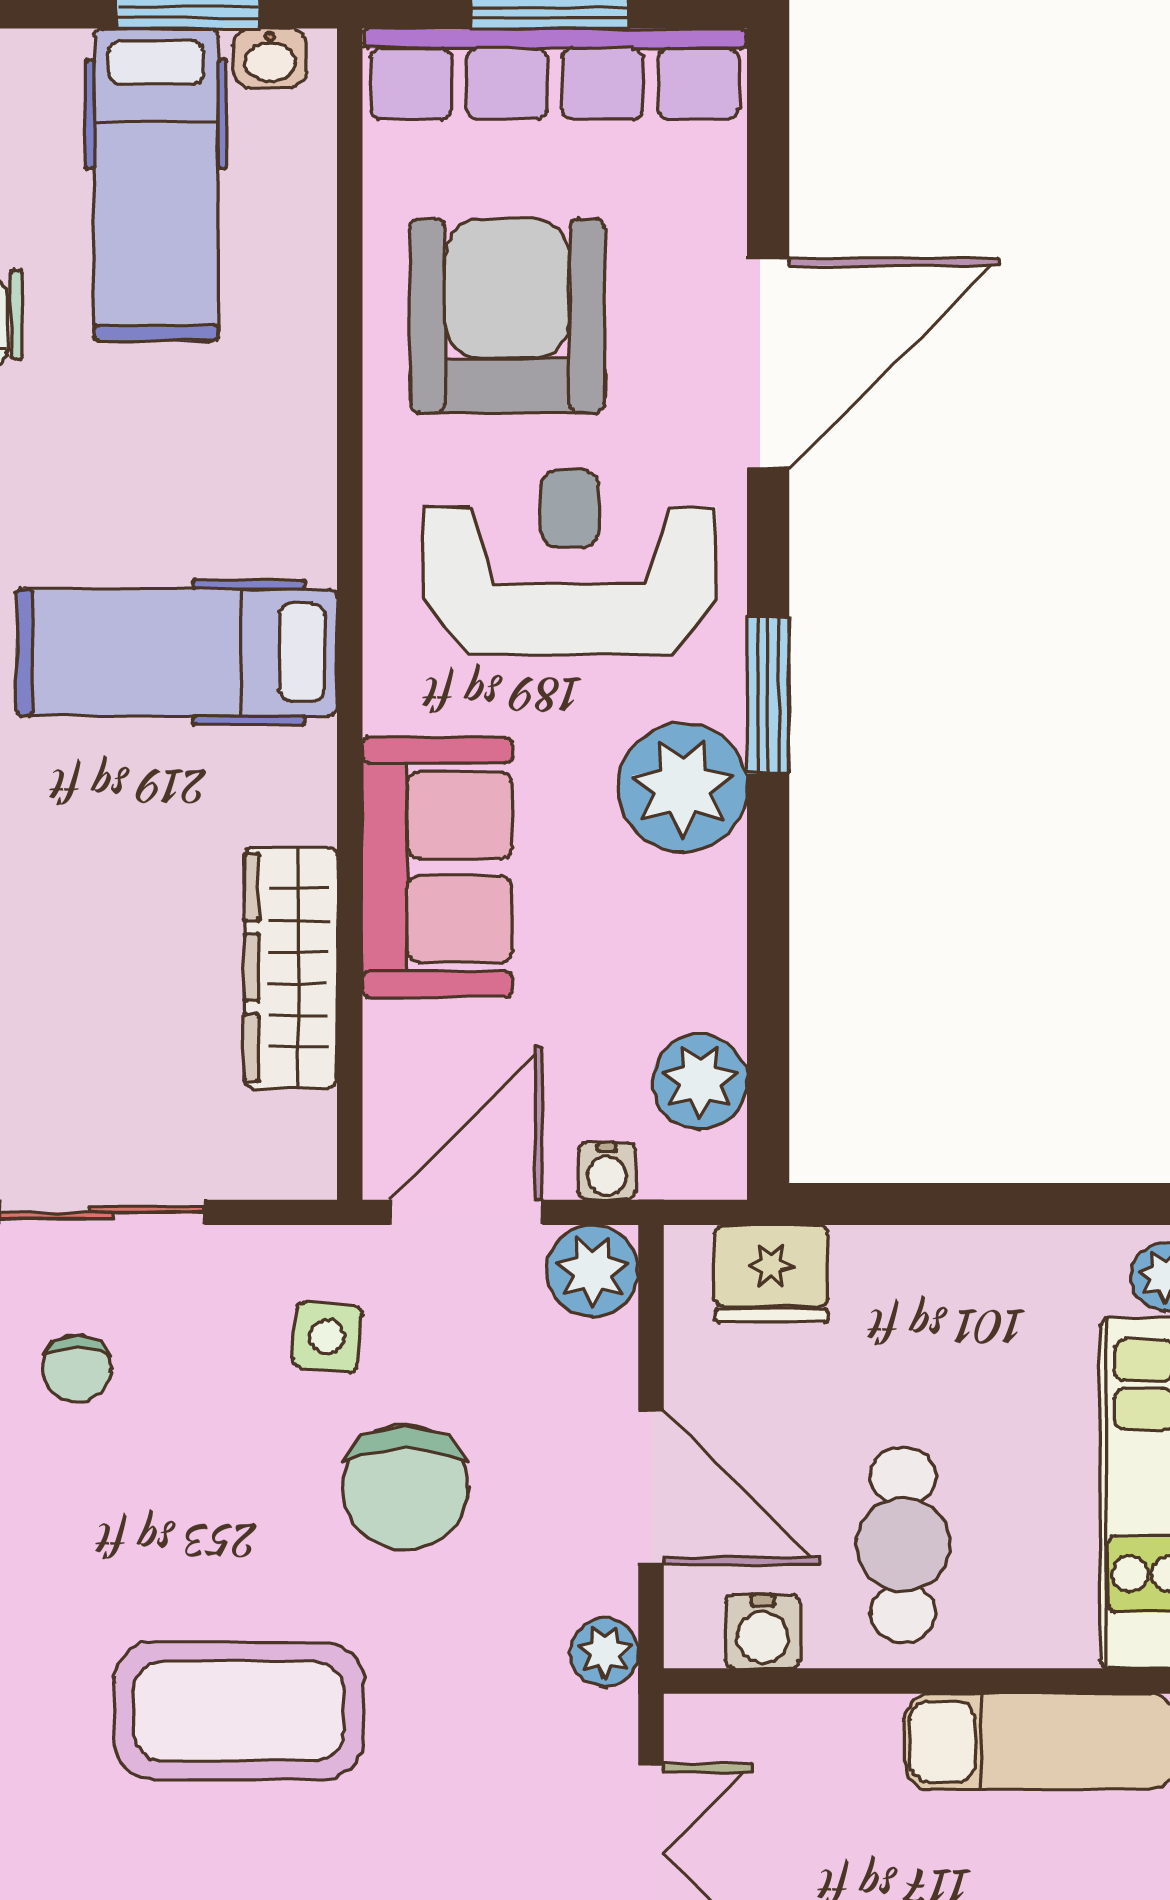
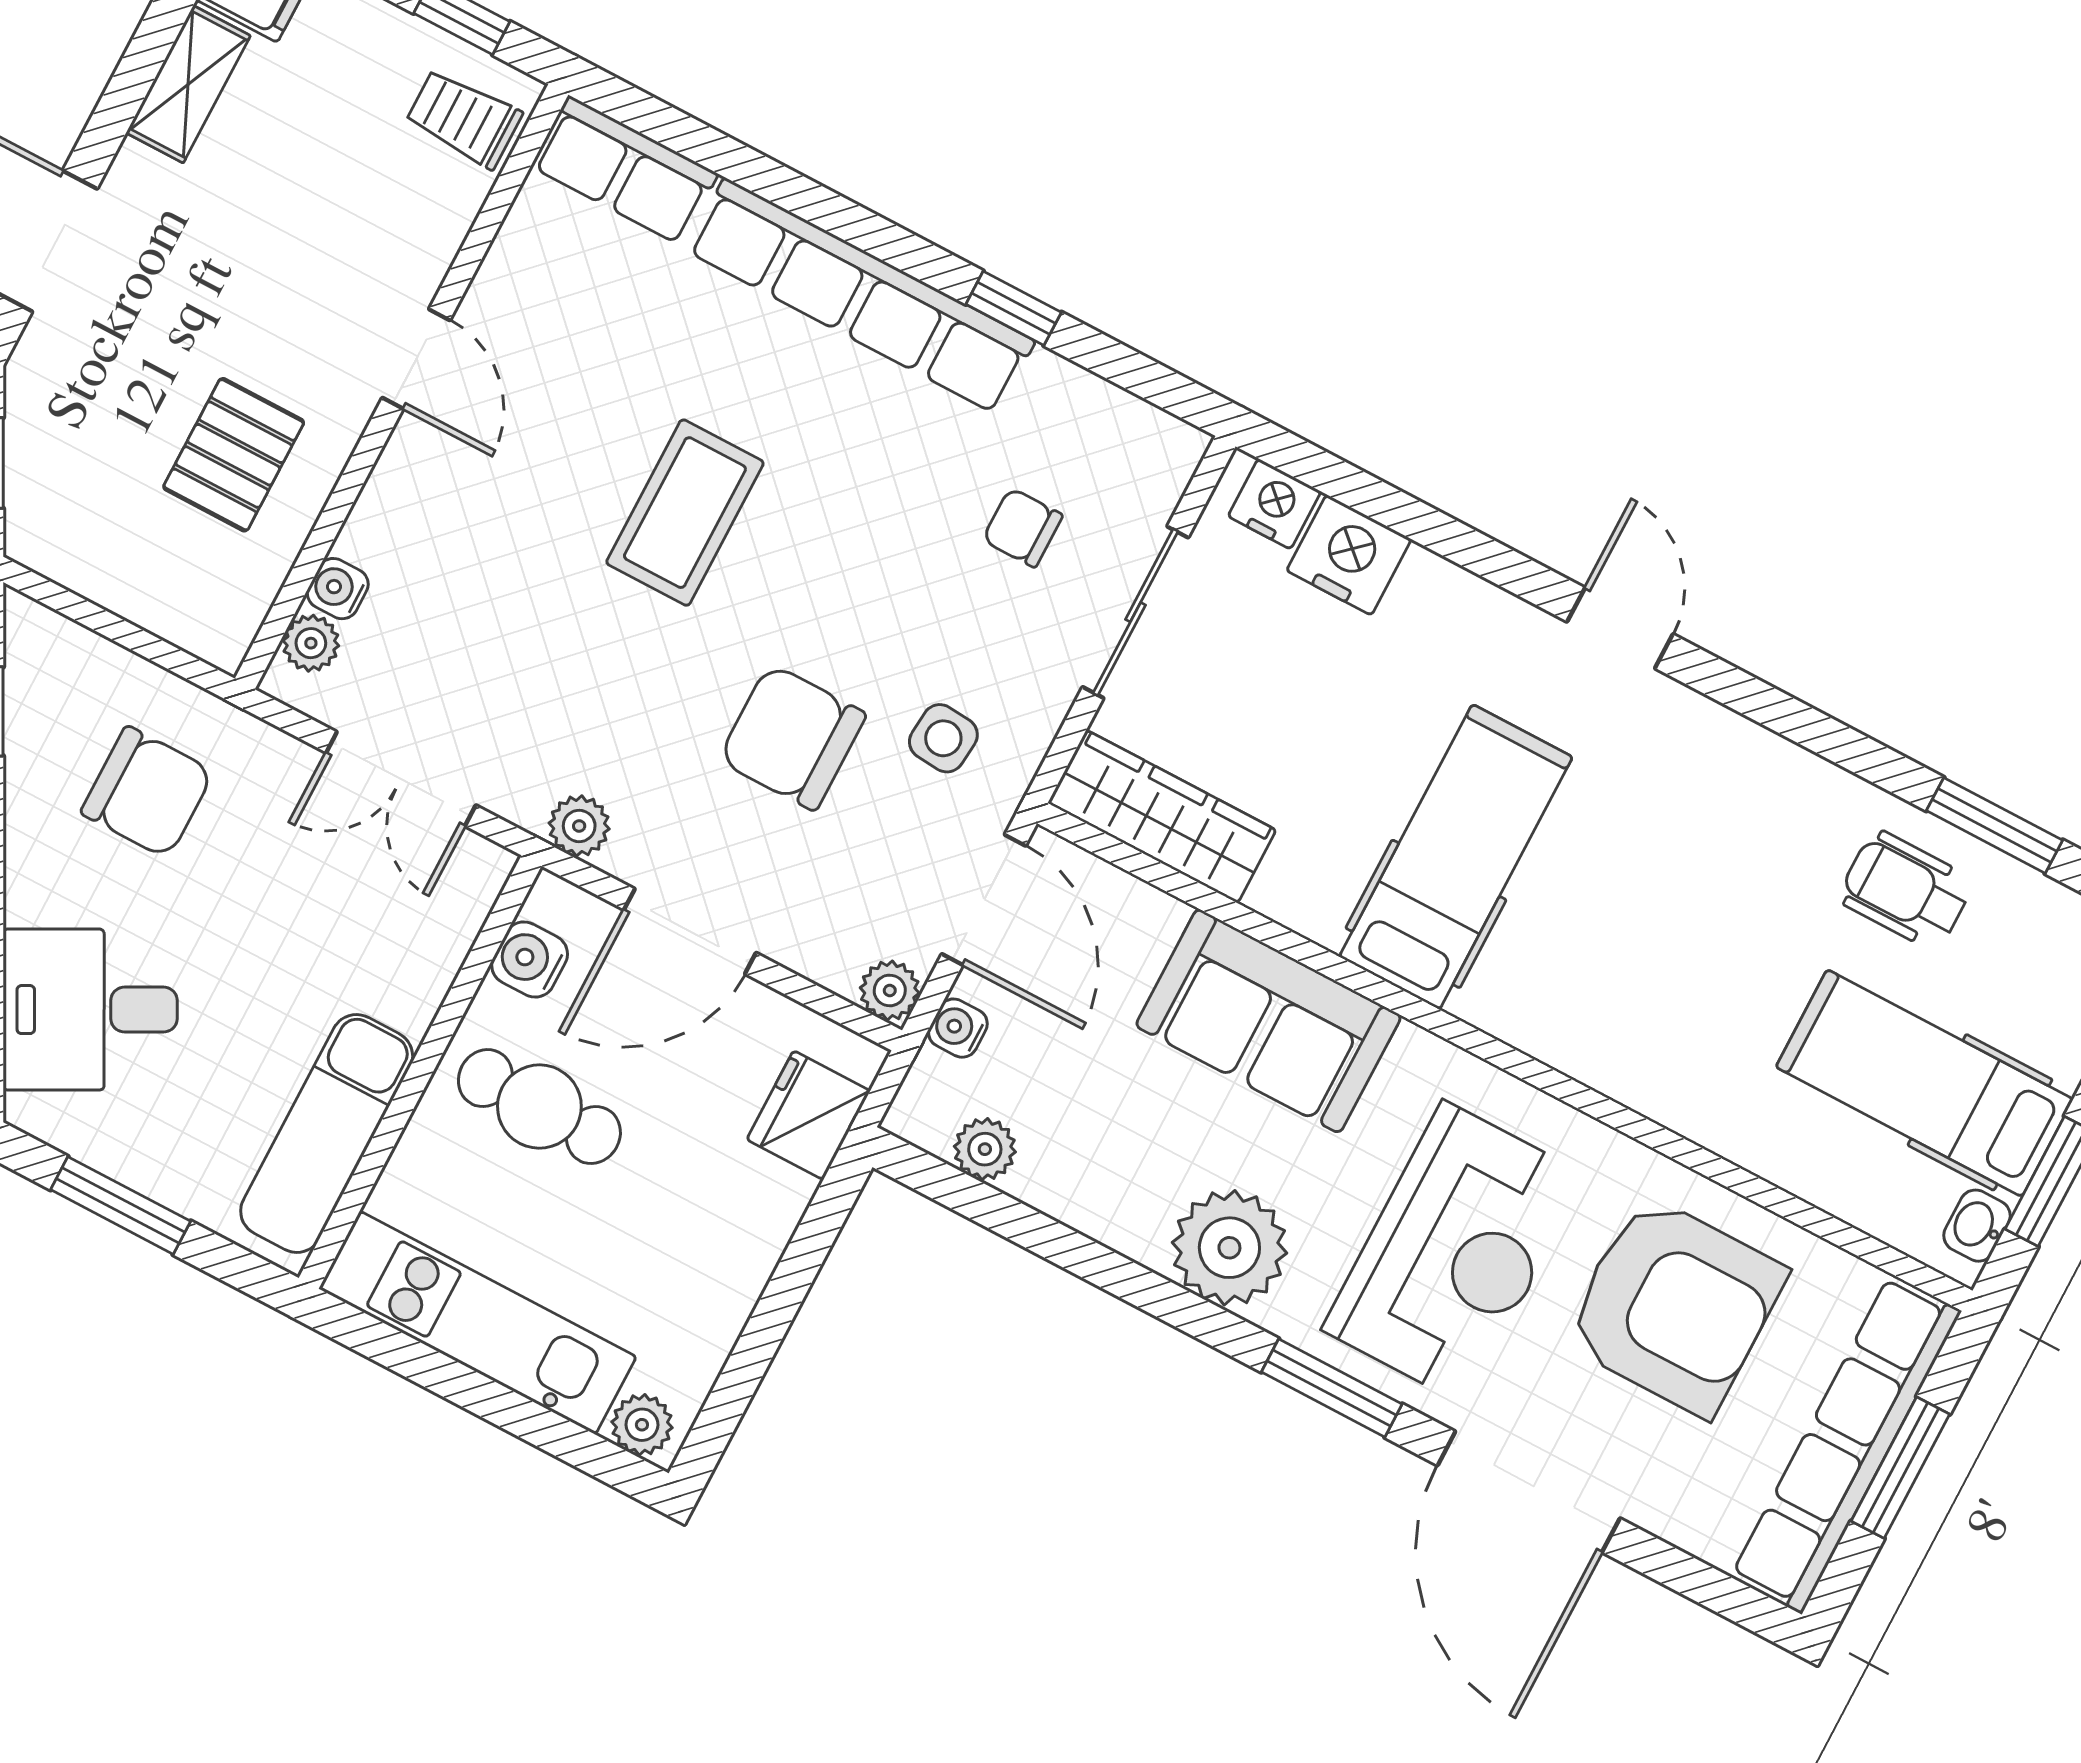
hospital bed: (177, 652) -> (1456, 857), moved
window: (768, 695) -> (1332, 1388), moved
wardrobe: (291, 968) -> (1162, 817), moved
plant: (700, 1081) -> (985, 1149), width x0.73, depth x0.73
plant: (593, 1271) -> (890, 990), width x0.73, depth x0.73
coffee table: (238, 1711) -> (685, 513), width x0.73, depth x0.76

